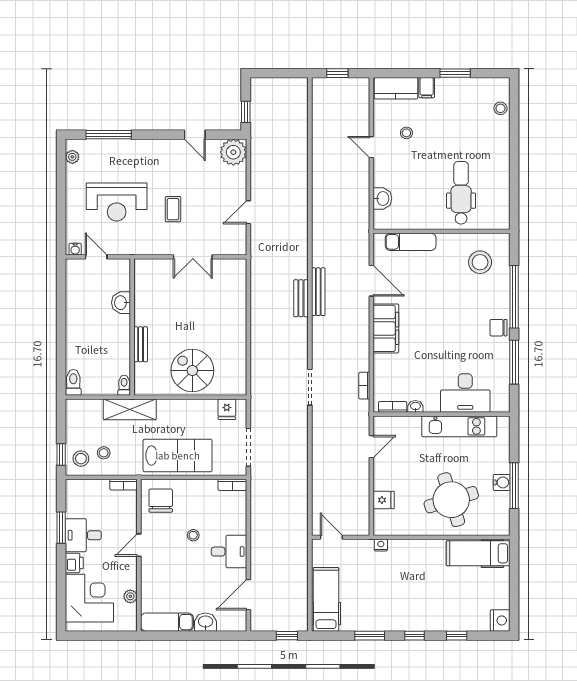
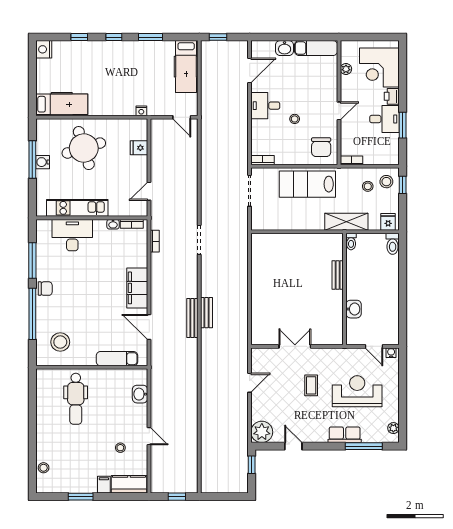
row of seats: (132, 149) -> (345, 435), added
spiral stairs: (192, 370) -> (295, 254), removed
fridge: (227, 409) -> (388, 222), moved

